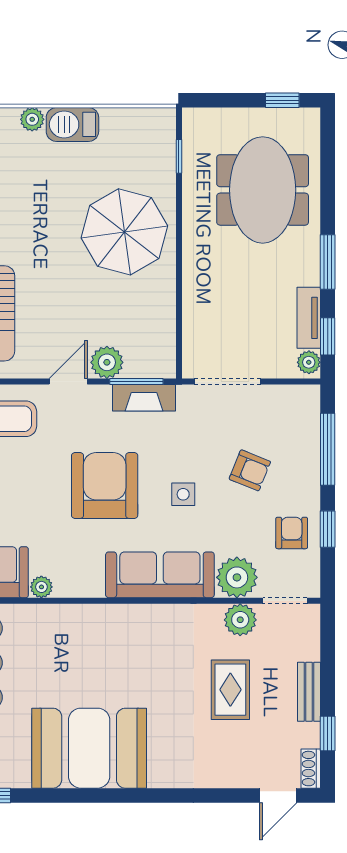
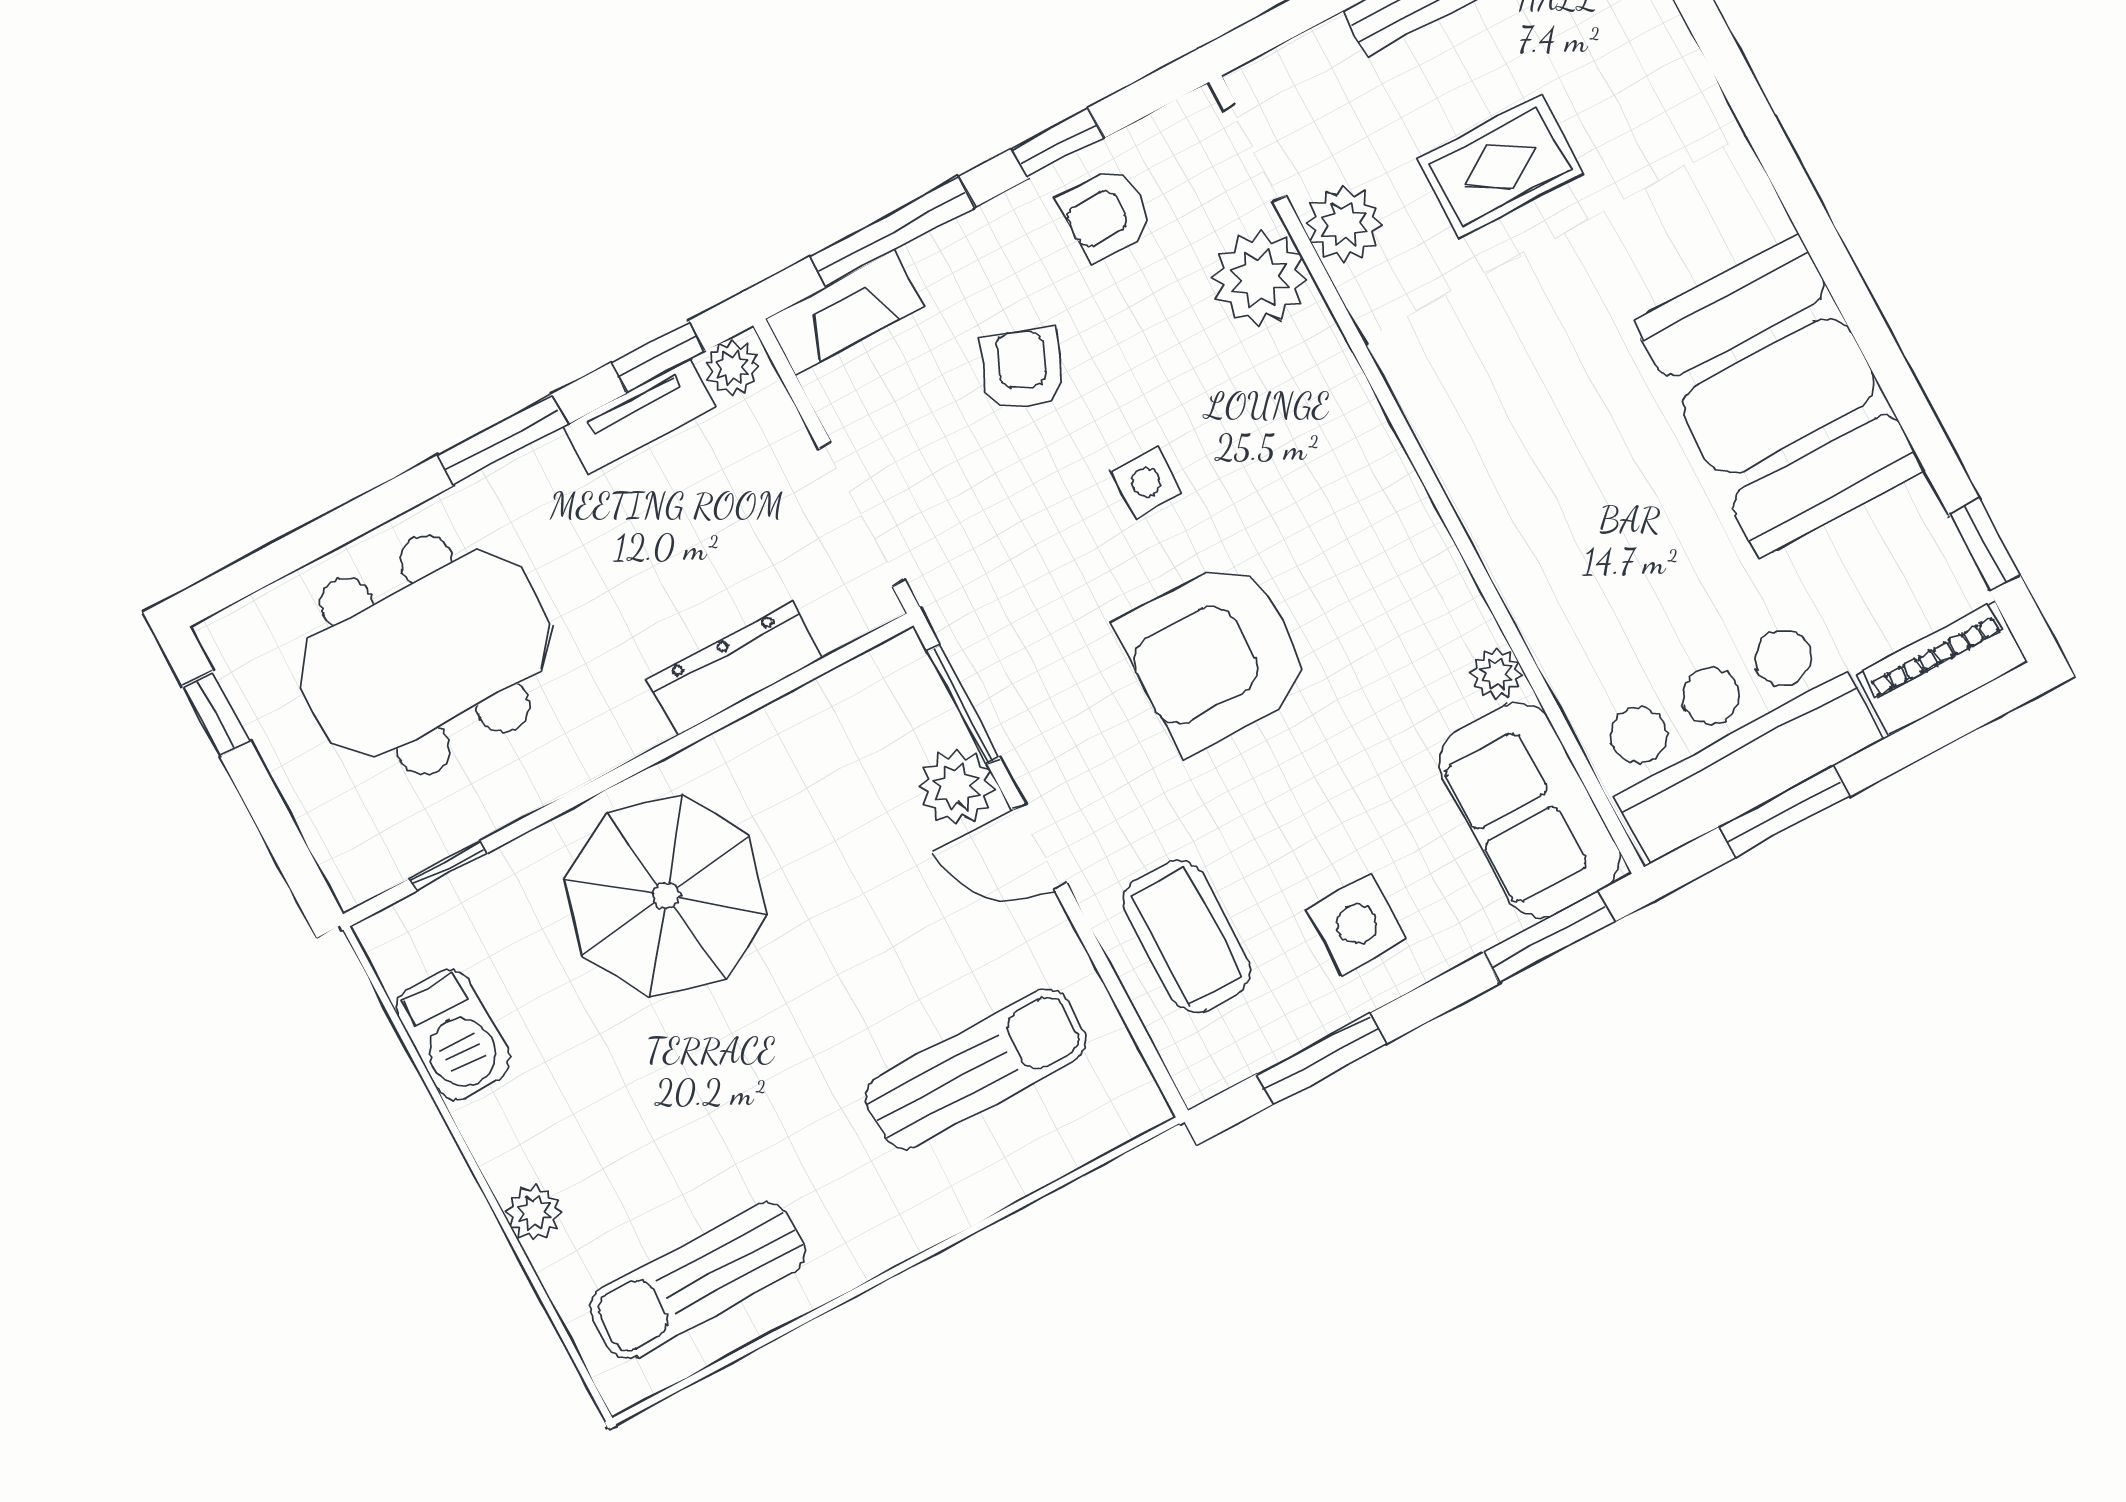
barbecue: (72, 124) -> (453, 1035), moved
dresser: (196, 303) -> (735, 669), added
fireplace: (144, 398) -> (845, 312), moved, turned 90
sofa: (160, 575) -> (1339, 441), removed

